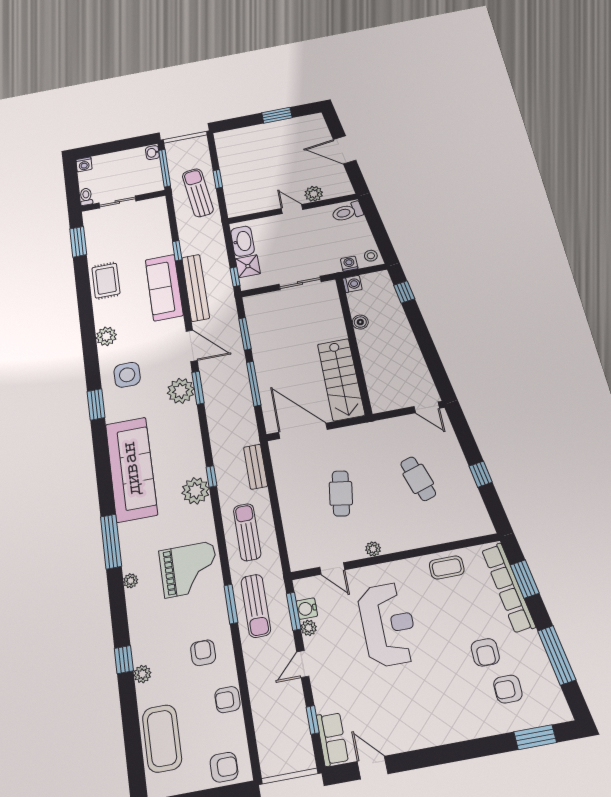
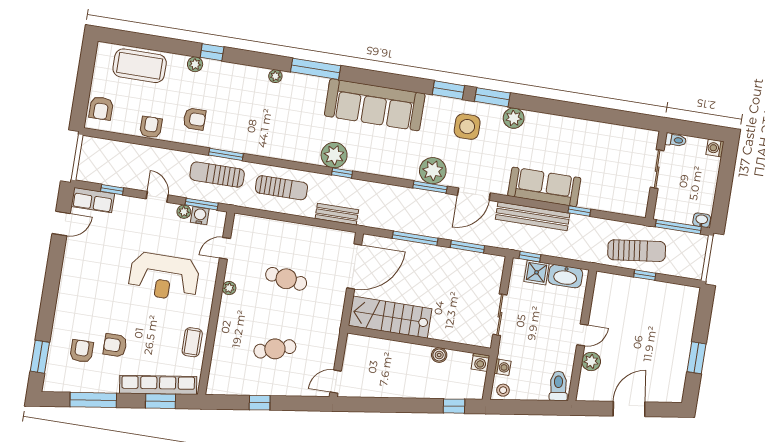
window: (78, 242) -> (492, 97), moved
rug: (106, 281) -> (573, 134), removed
grand piano: (189, 569) -> (267, 129), removed

